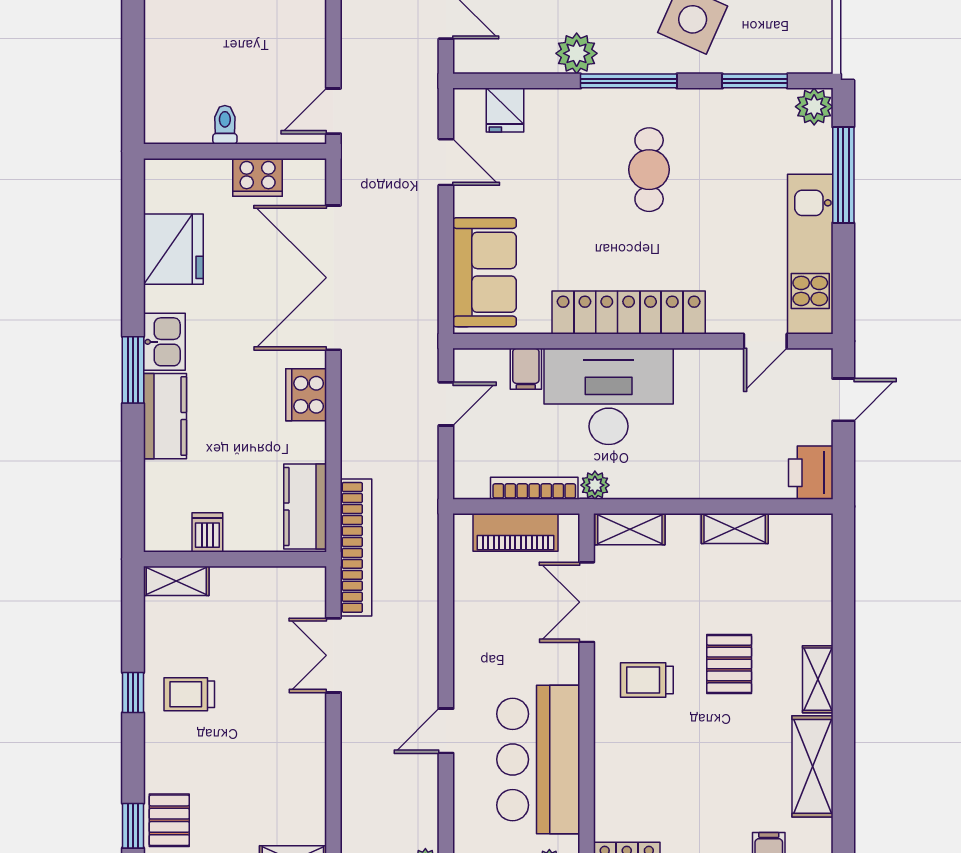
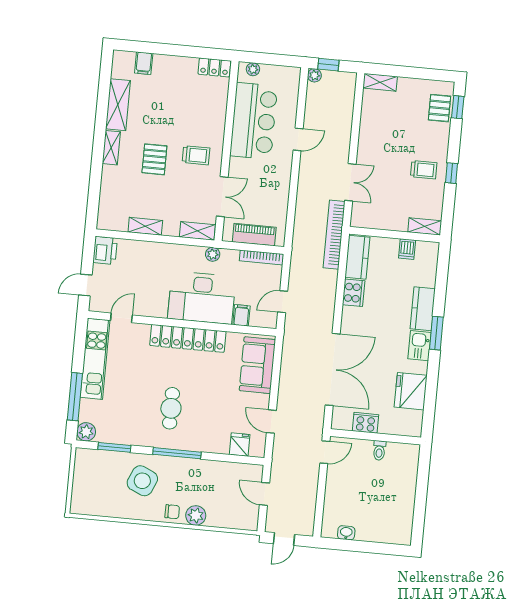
plant: (577, 53) -> (202, 469), removed
cooker: (306, 395) -> (354, 293), moved
bookcase: (534, 488) -> (262, 257), moved

